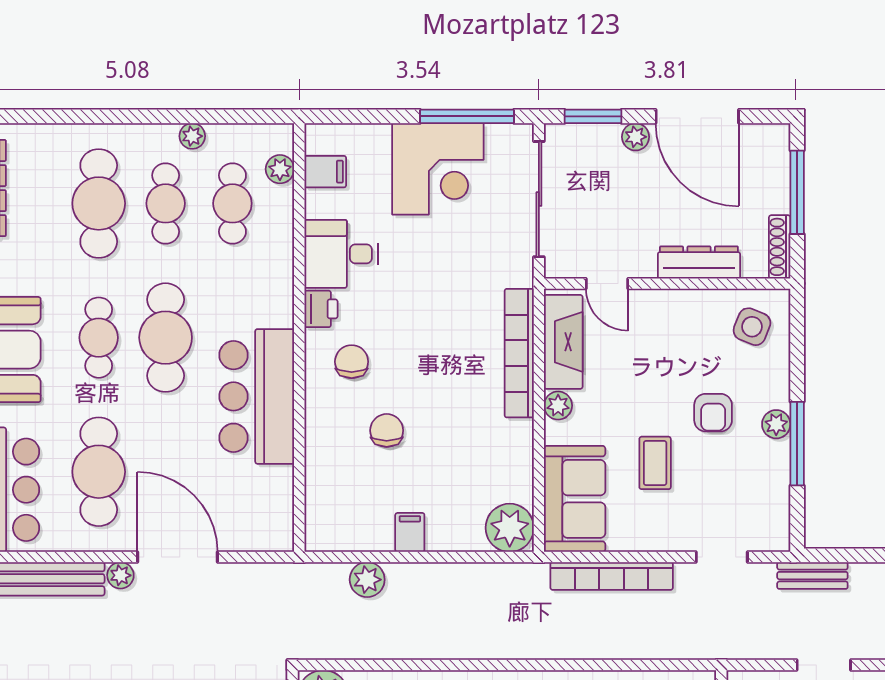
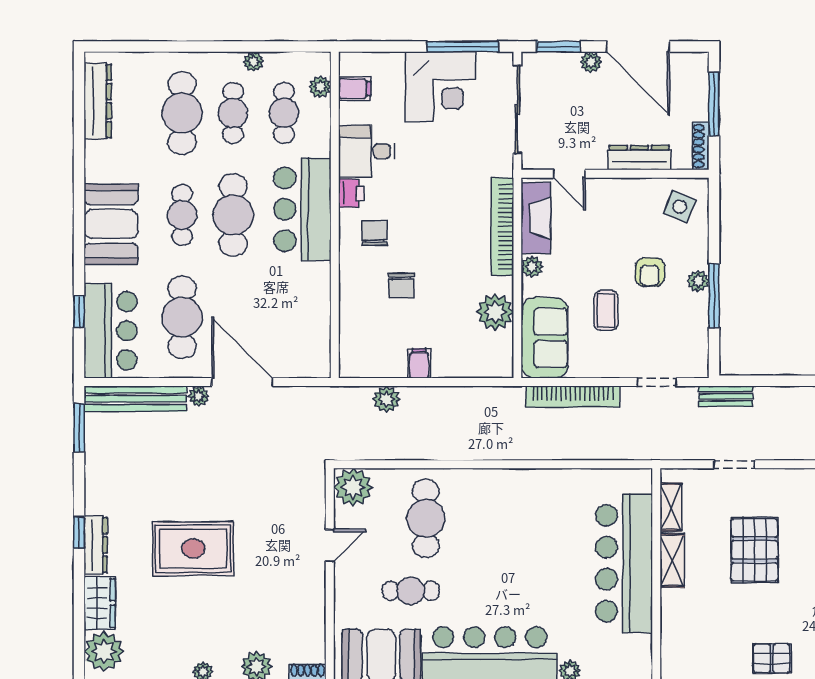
bar counter: (257, 396) -> (302, 209), moved
chair: (387, 430) -> (401, 286), turned 180
plant: (510, 528) -> (495, 312), moved

